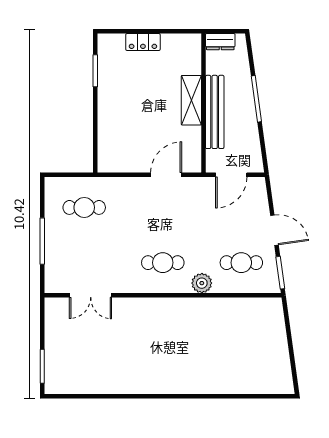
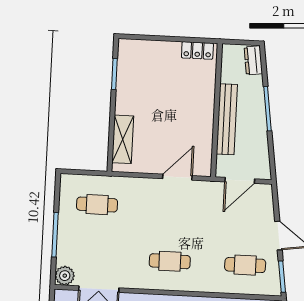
locker: (143, 42) -> (197, 50), moved
dresser: (220, 42) -> (253, 60), moved, turned 82
shelving: (191, 100) -> (123, 139), moved
plant: (202, 283) -> (65, 276), moved

